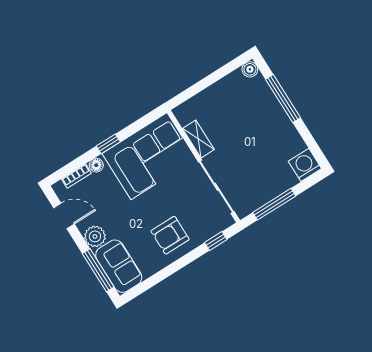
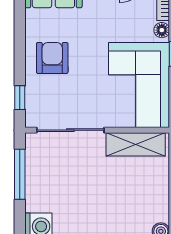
shelving: (198, 139) -> (136, 144), width x1.50, depth x1.33

